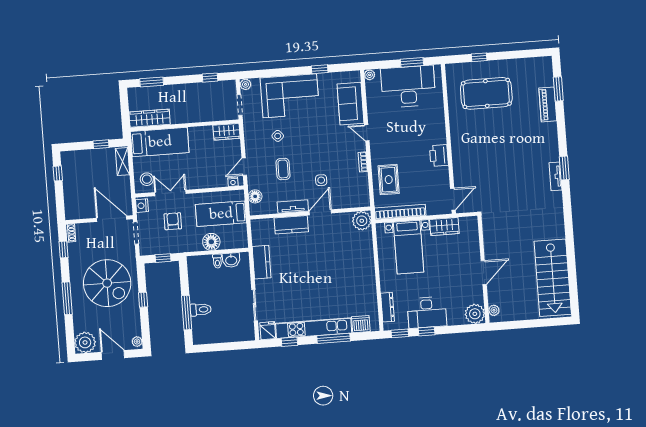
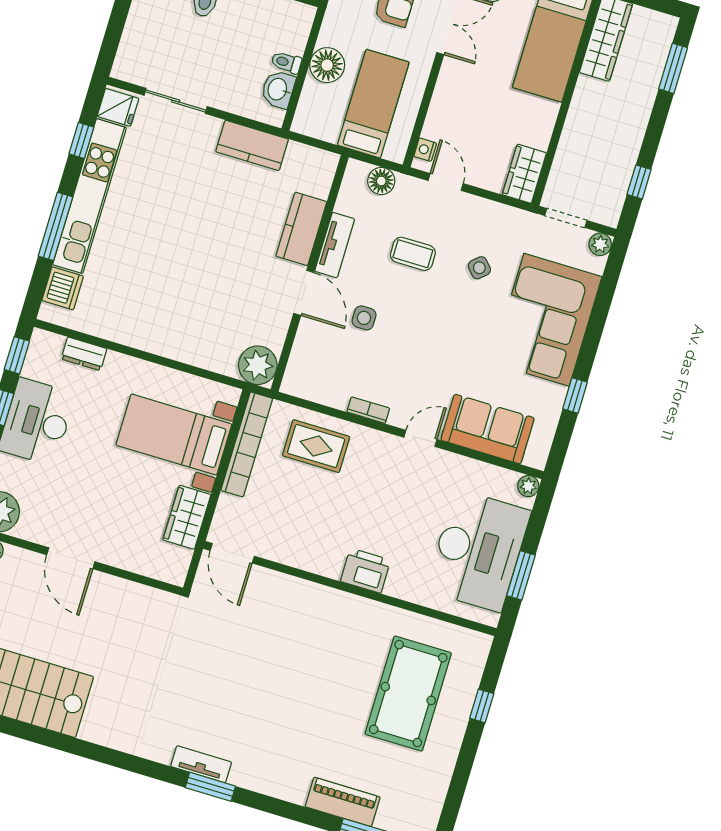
printer: (439, 156) -> (365, 571), moved
dresser: (388, 307) -> (84, 354), width x0.70

